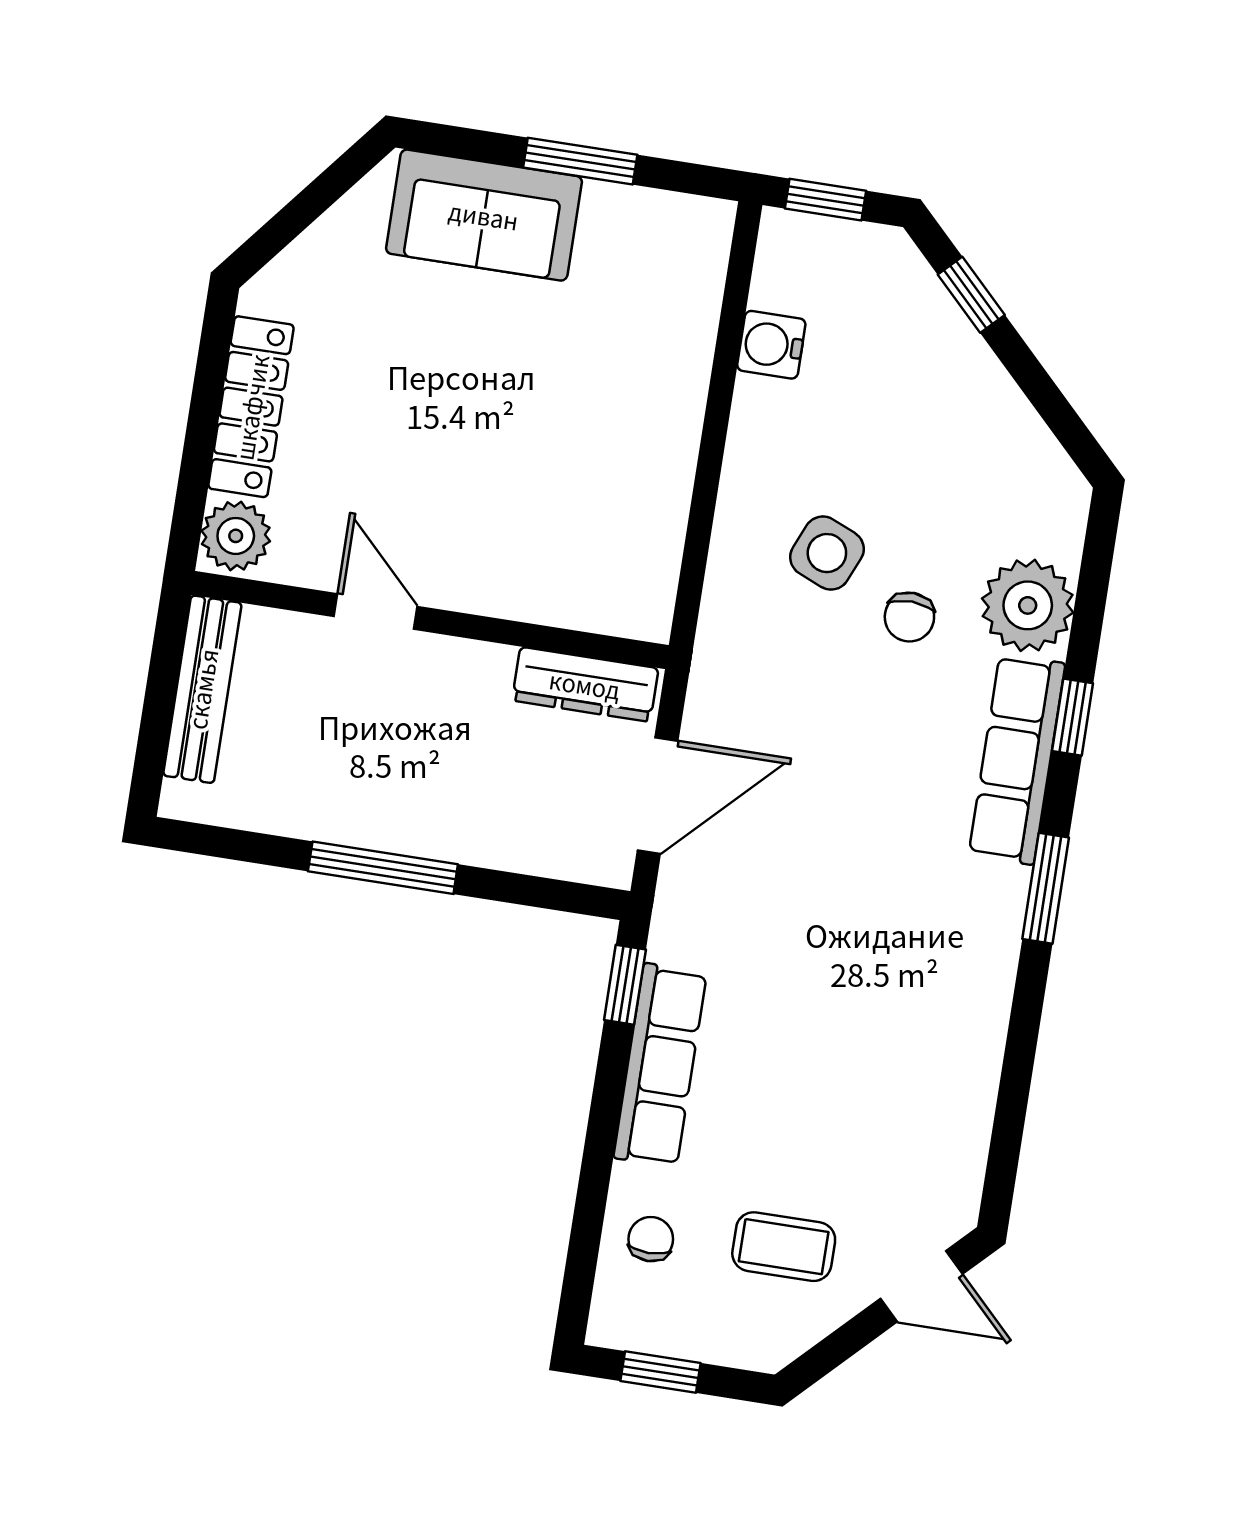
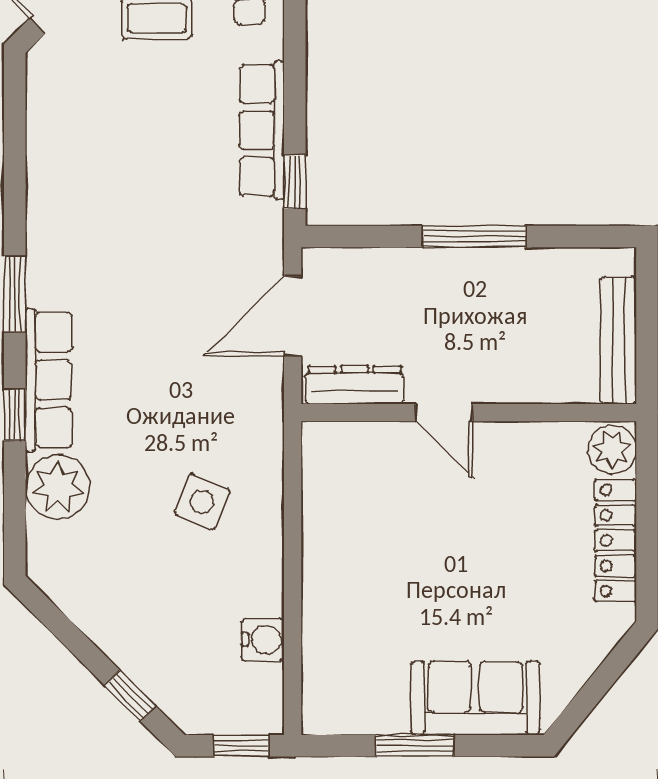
door: (376, 612) -> (444, 413), moved
chair: (909, 617) -> (138, 466), removed

